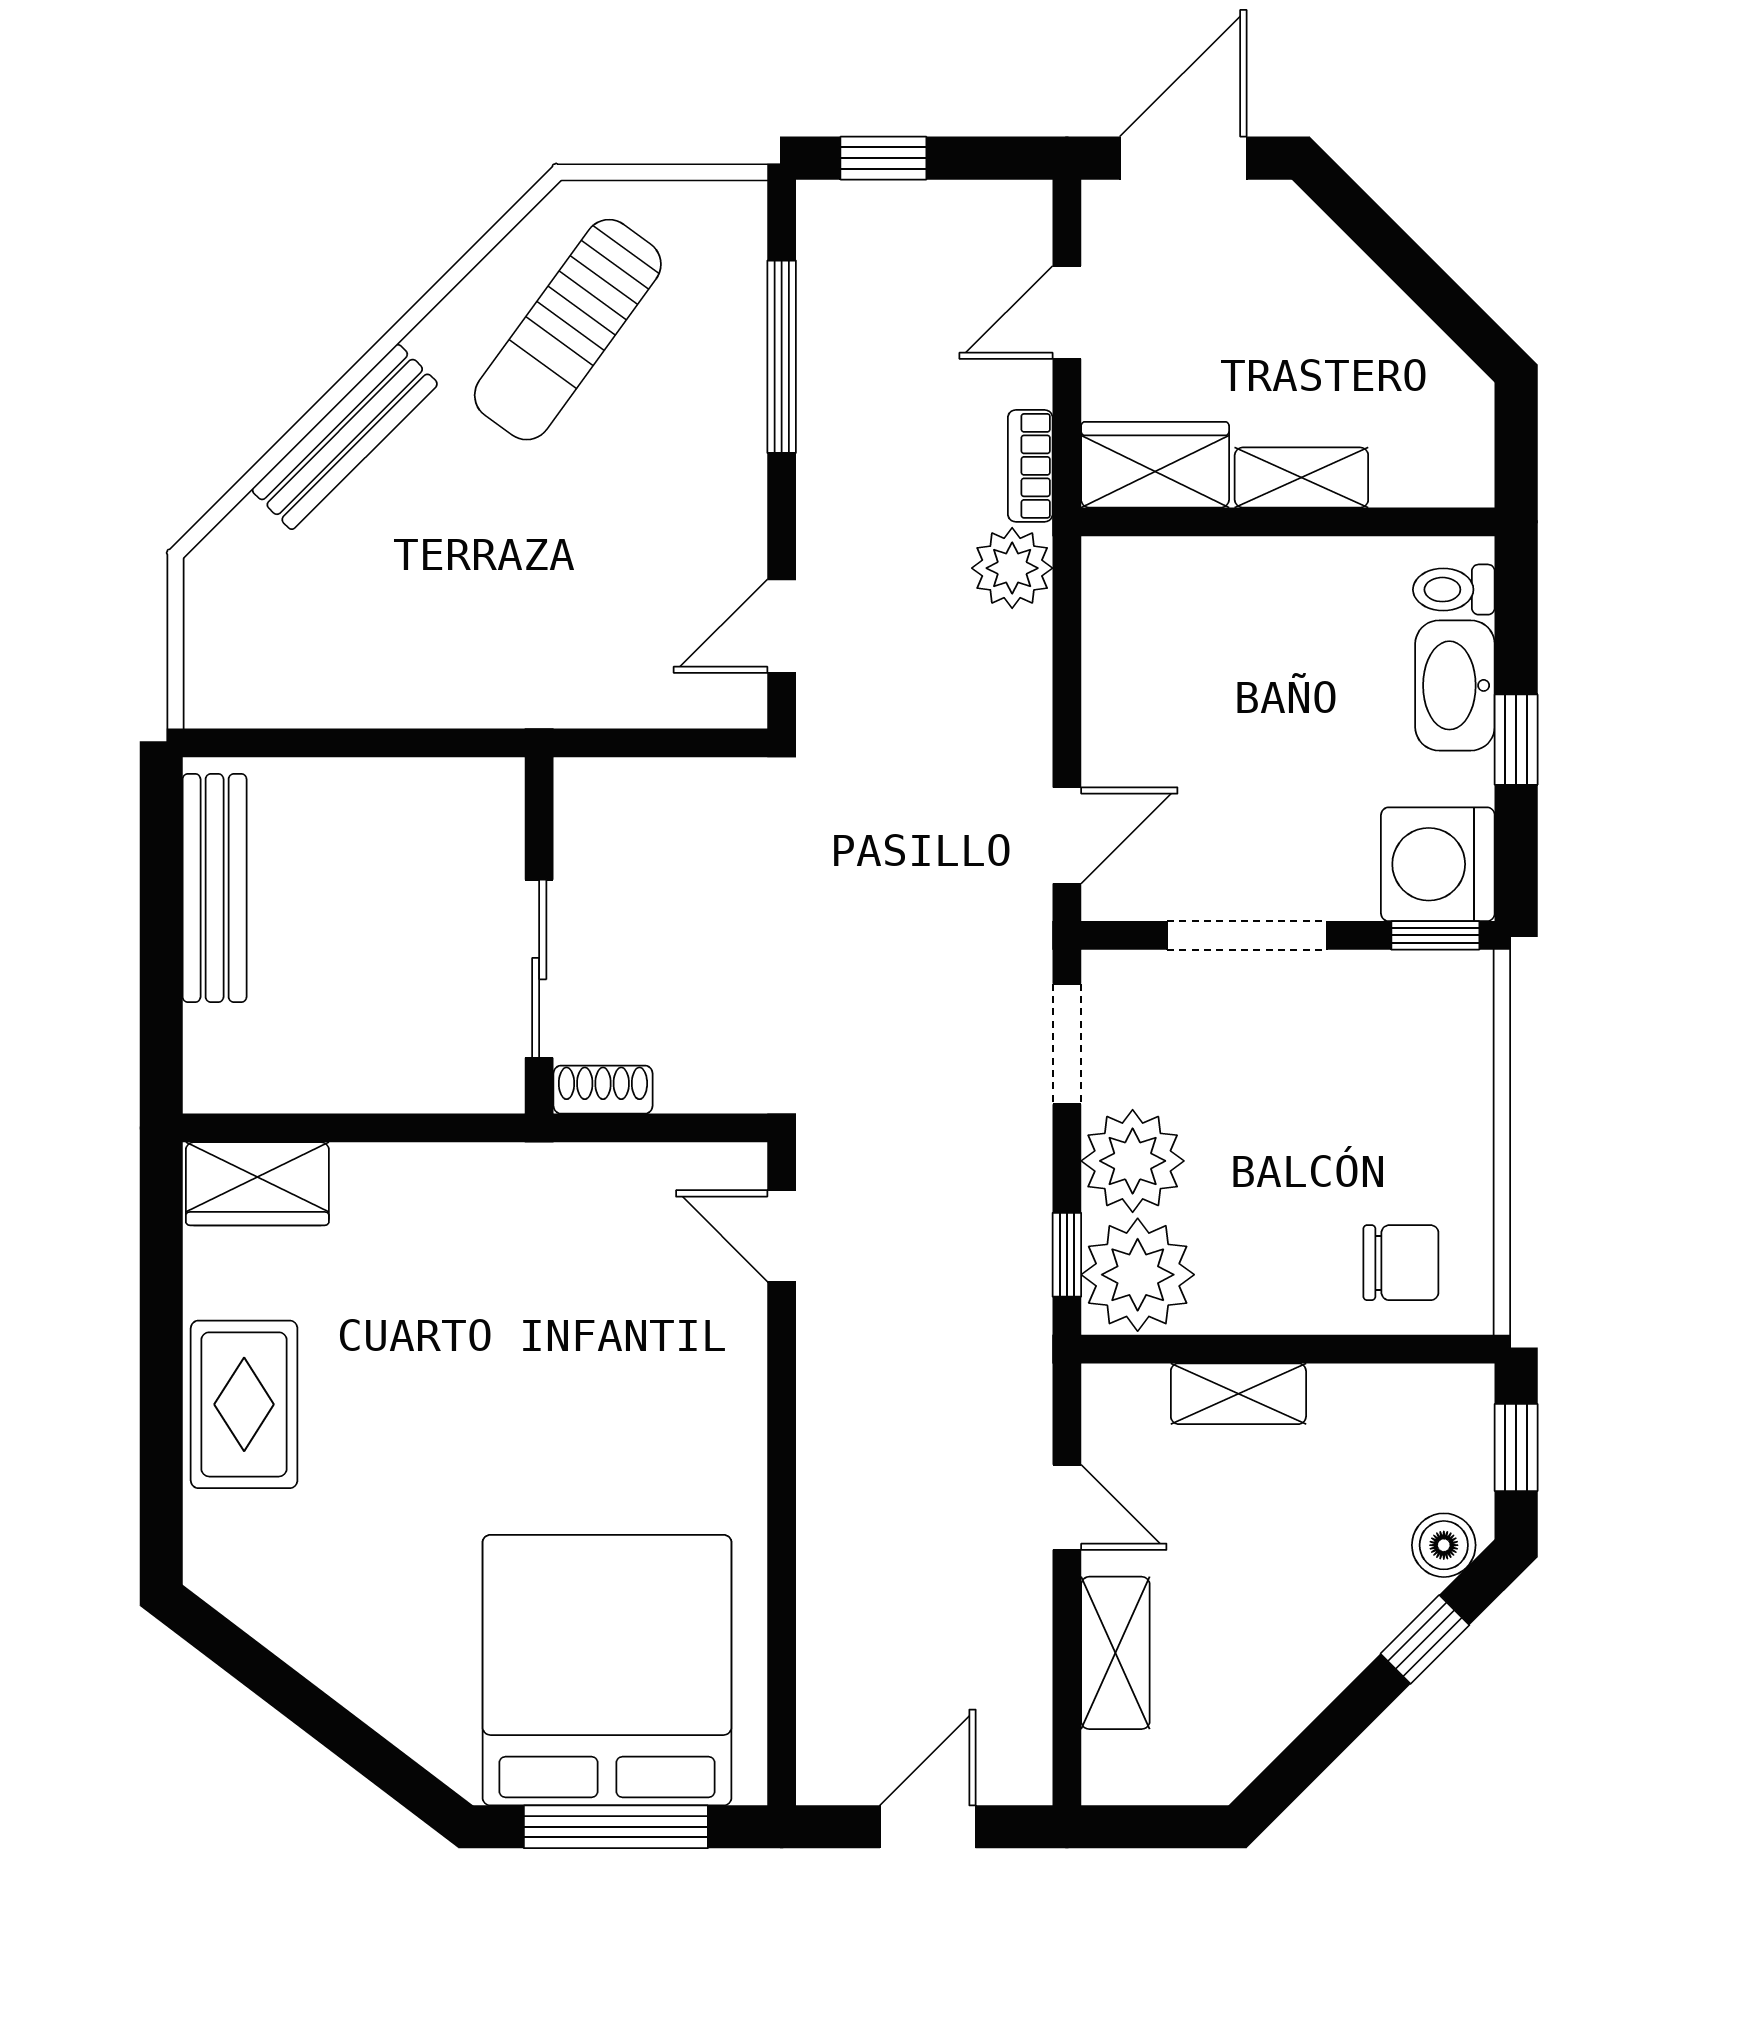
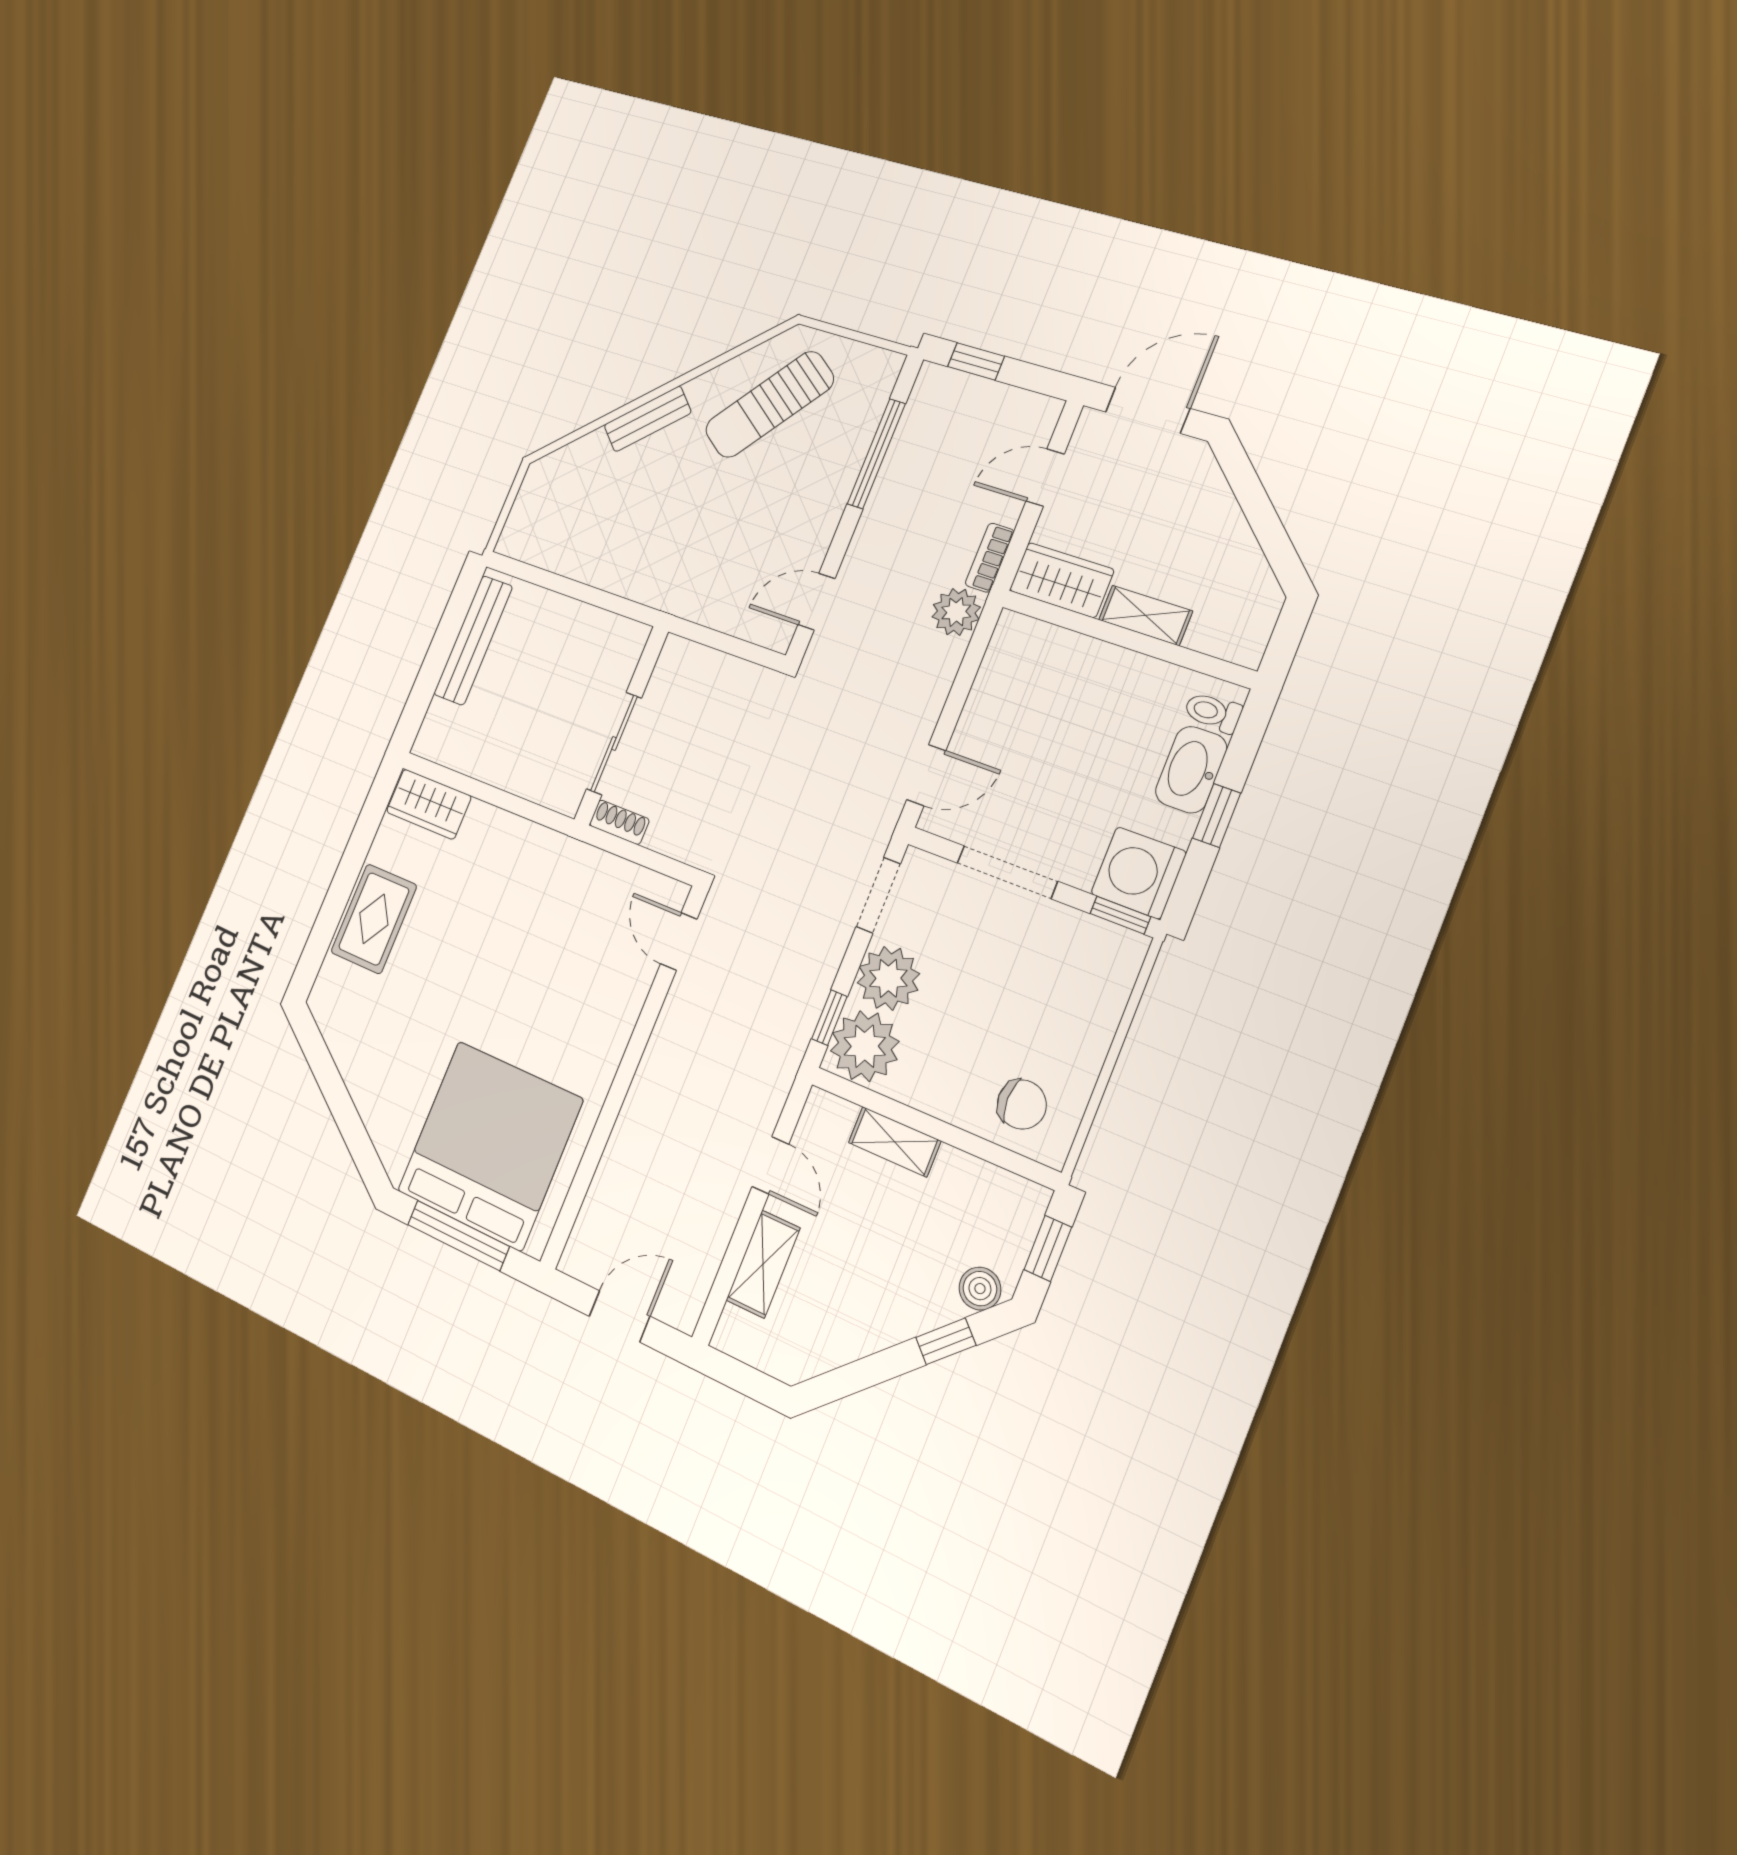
bench: (345, 437) -> (648, 419), width x0.73

